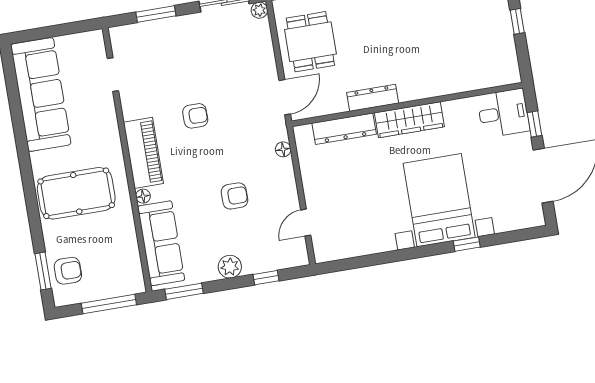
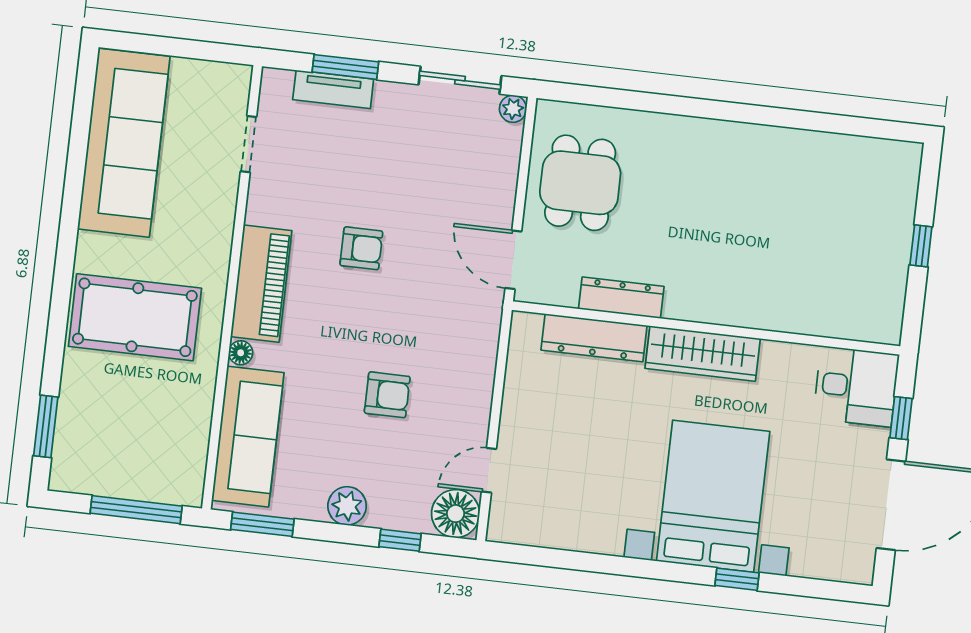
tv unit: (153, 29) -> (333, 89), added
door: (285, 97) -> (513, 260), swing flipped
dresser: (373, 98) -> (621, 298), moved
floor lamp: (283, 149) -> (456, 514), moved, width x1.89, depth x1.89
armchair: (68, 271) -> (86, 438), removed

